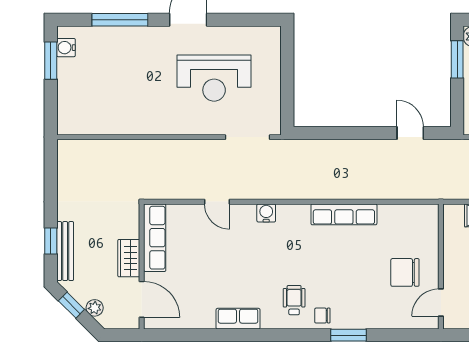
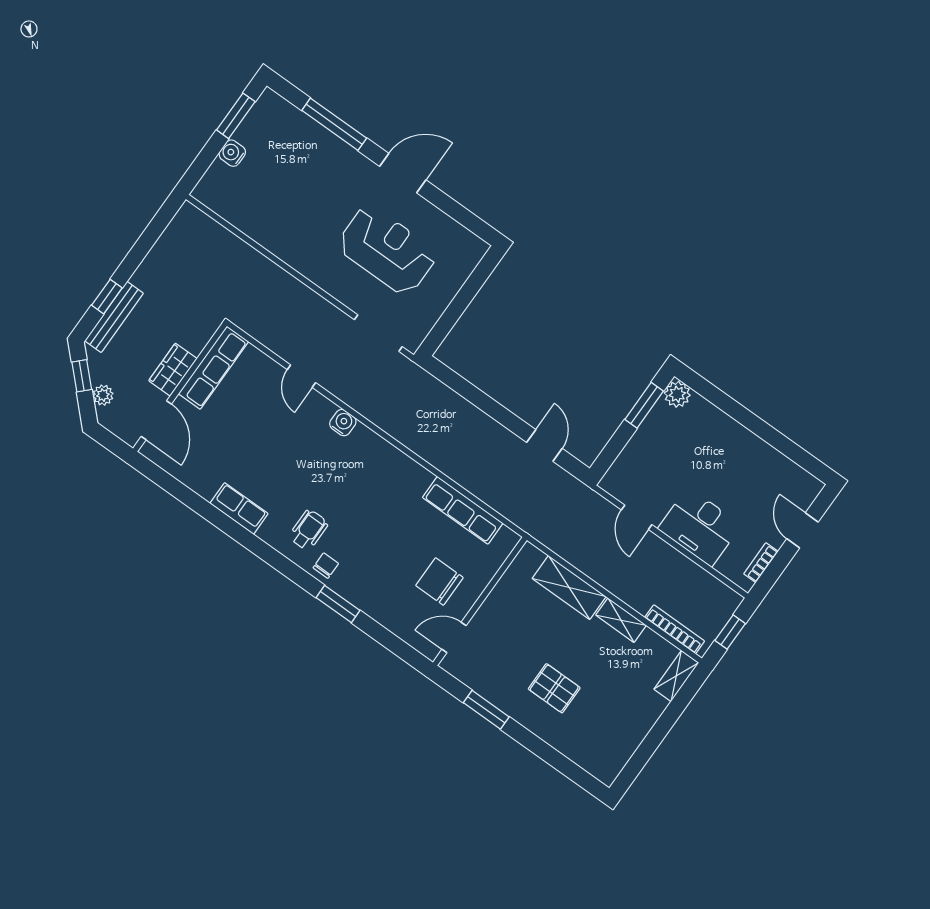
water cooler: (66, 48) -> (232, 153), moved
reception desk: (214, 78) -> (387, 250), turned 180
row of seats: (344, 214) -> (463, 510), moved
chair: (322, 316) -> (326, 566), turned 90

